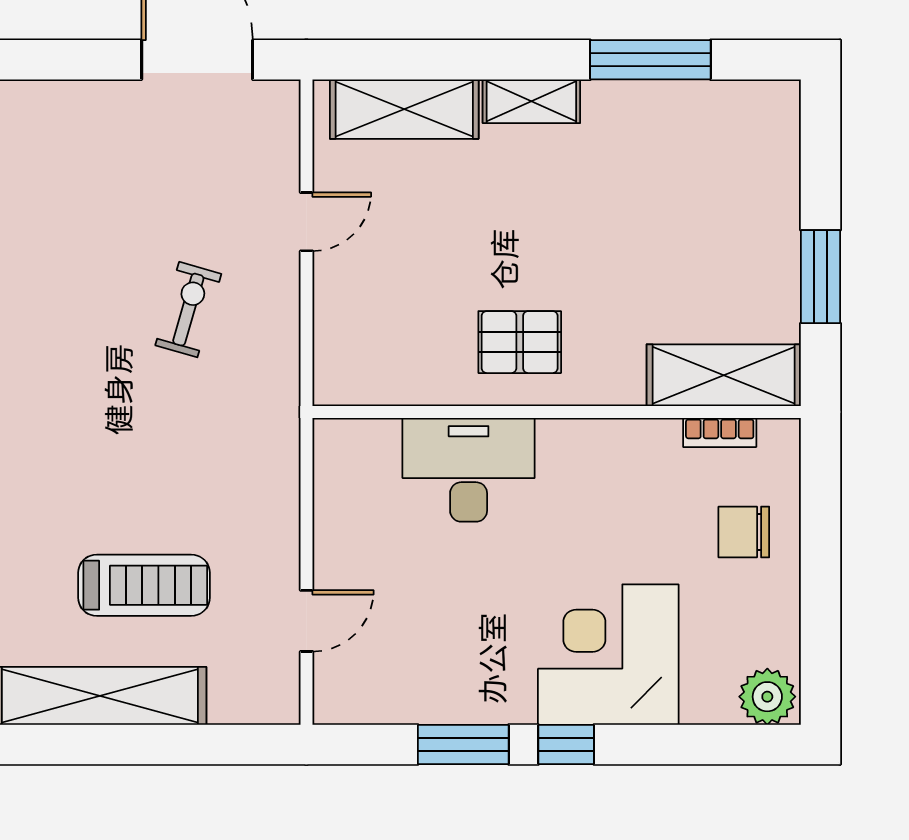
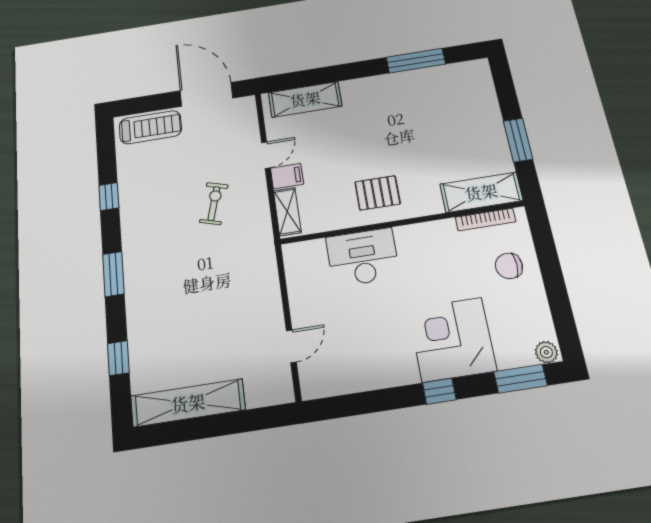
shelving: (531, 101) -> (287, 212), moved, turned 90
filing cabinet: (344, 275) -> (287, 176), added
bookcase: (720, 432) -> (485, 219), width x1.56
treadmill: (144, 585) -> (150, 127), moved
plant: (767, 697) -> (546, 352), width x0.73, depth x0.73
window: (463, 745) -> (520, 379), moved

